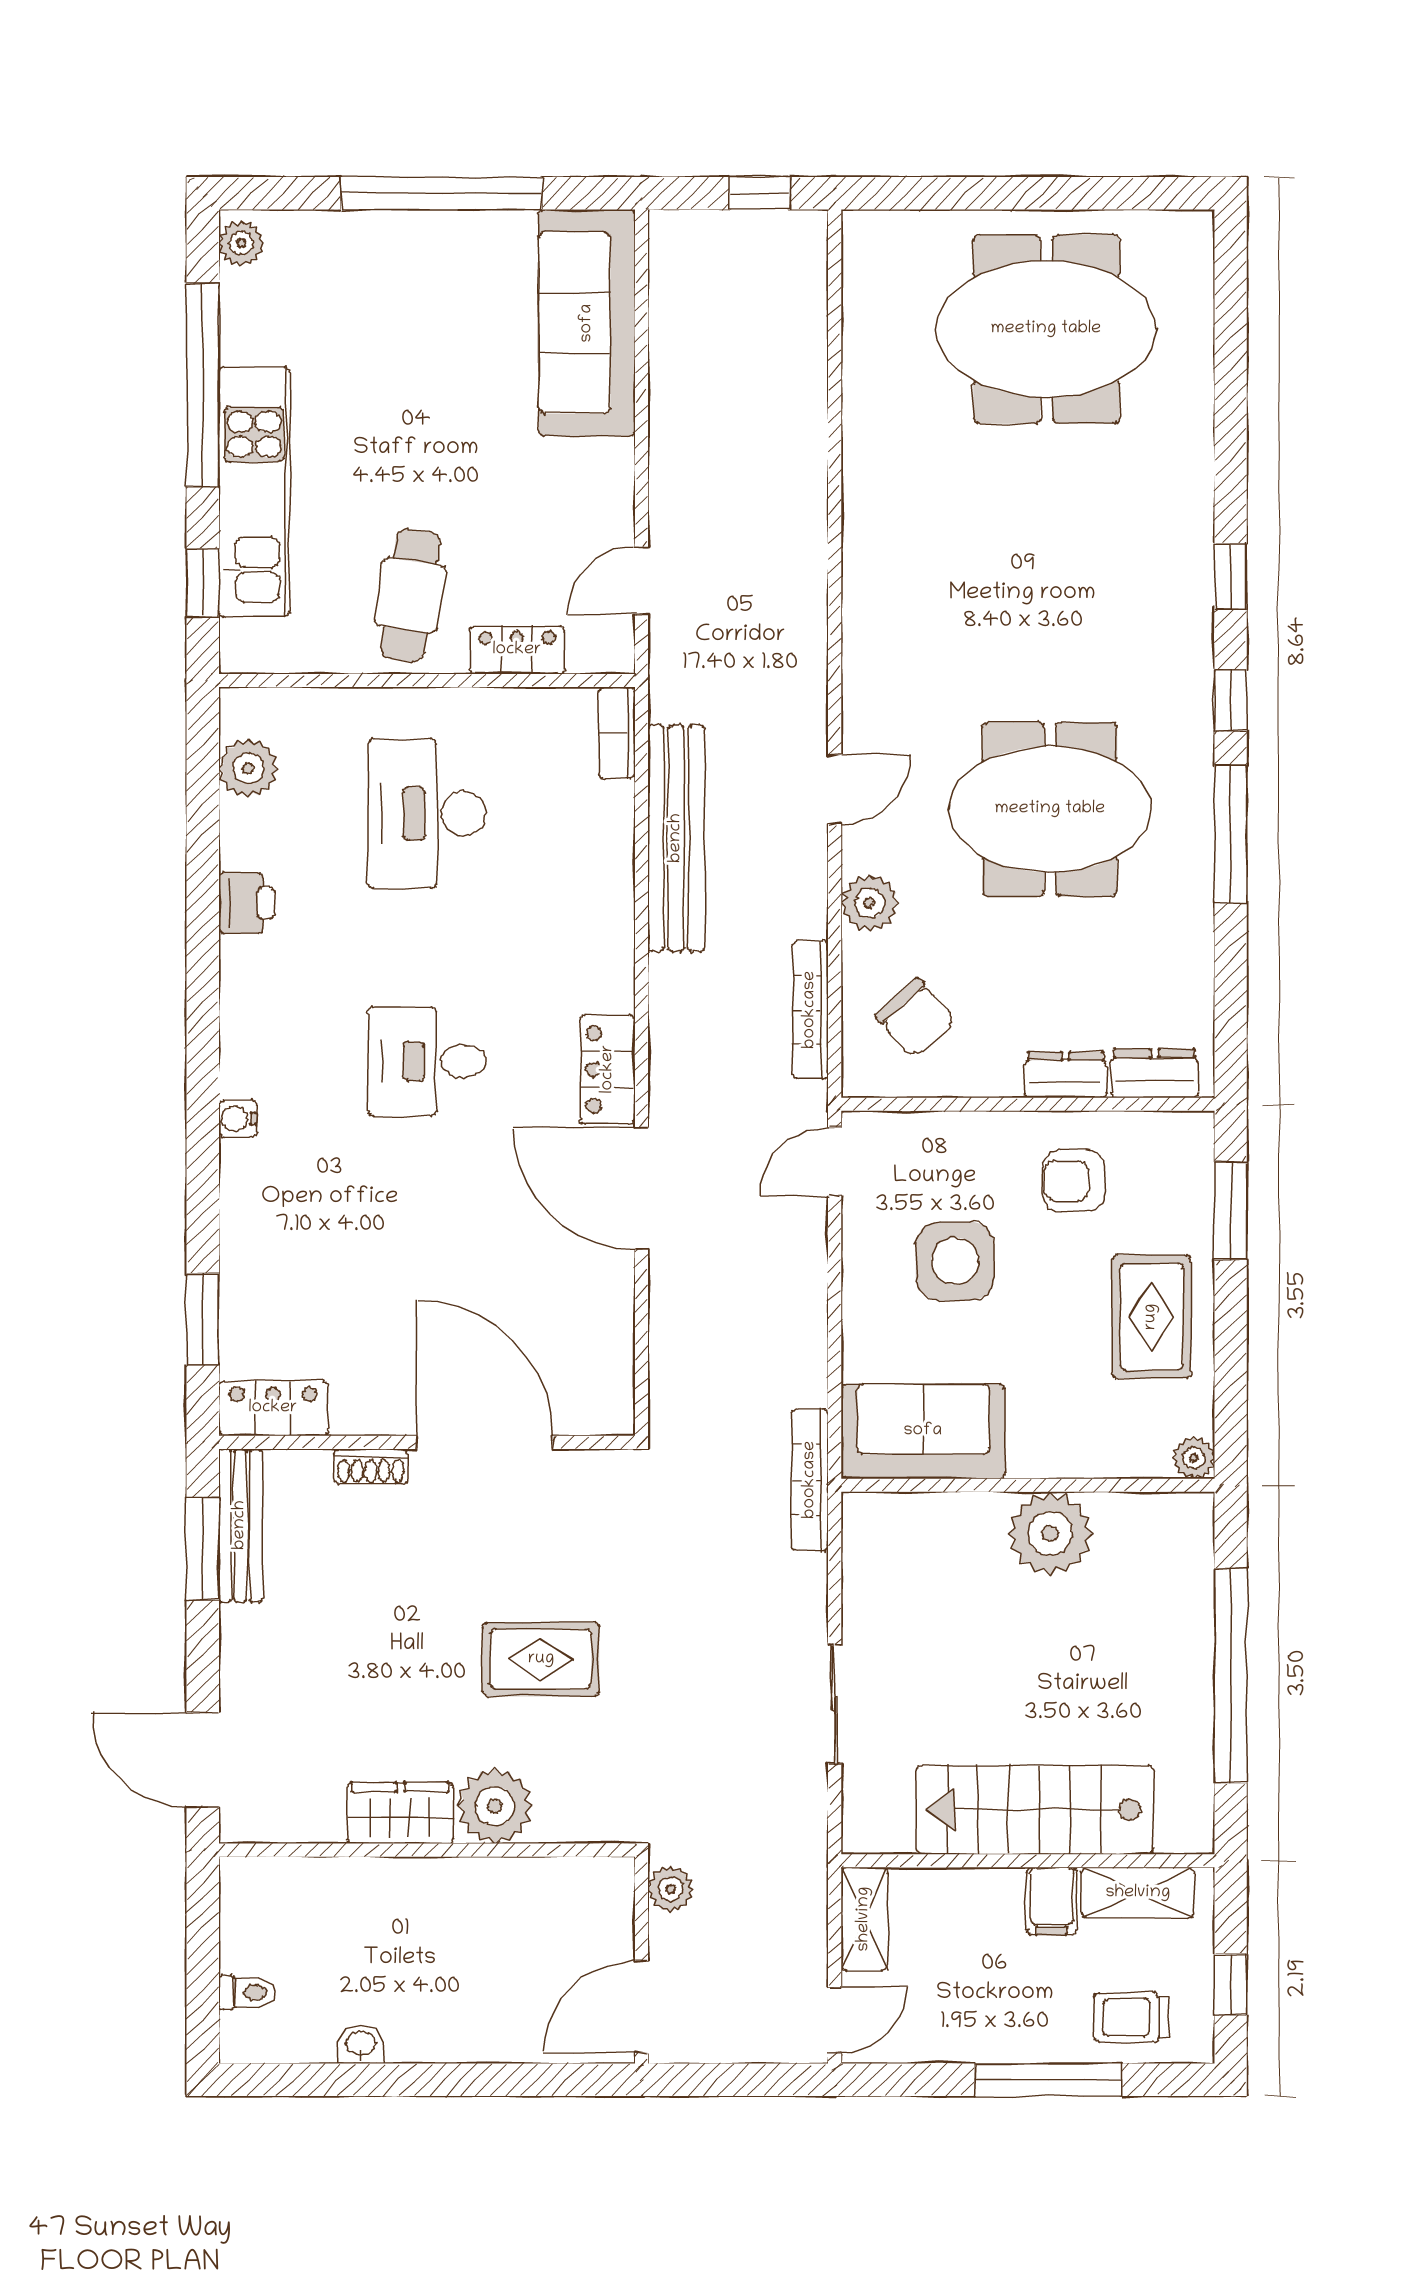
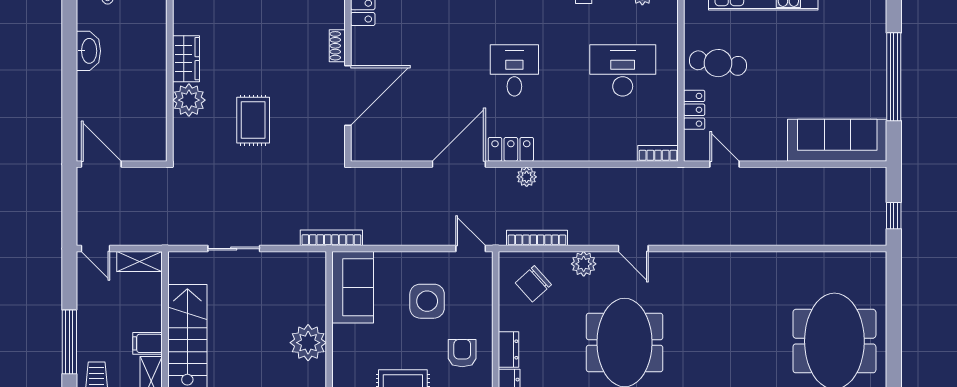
bench: (676, 838) -> (612, 179), removed
plant: (671, 1889) -> (527, 177), moved
washbasin: (361, 2045) -> (88, 51), width x1.91, depth x1.45

